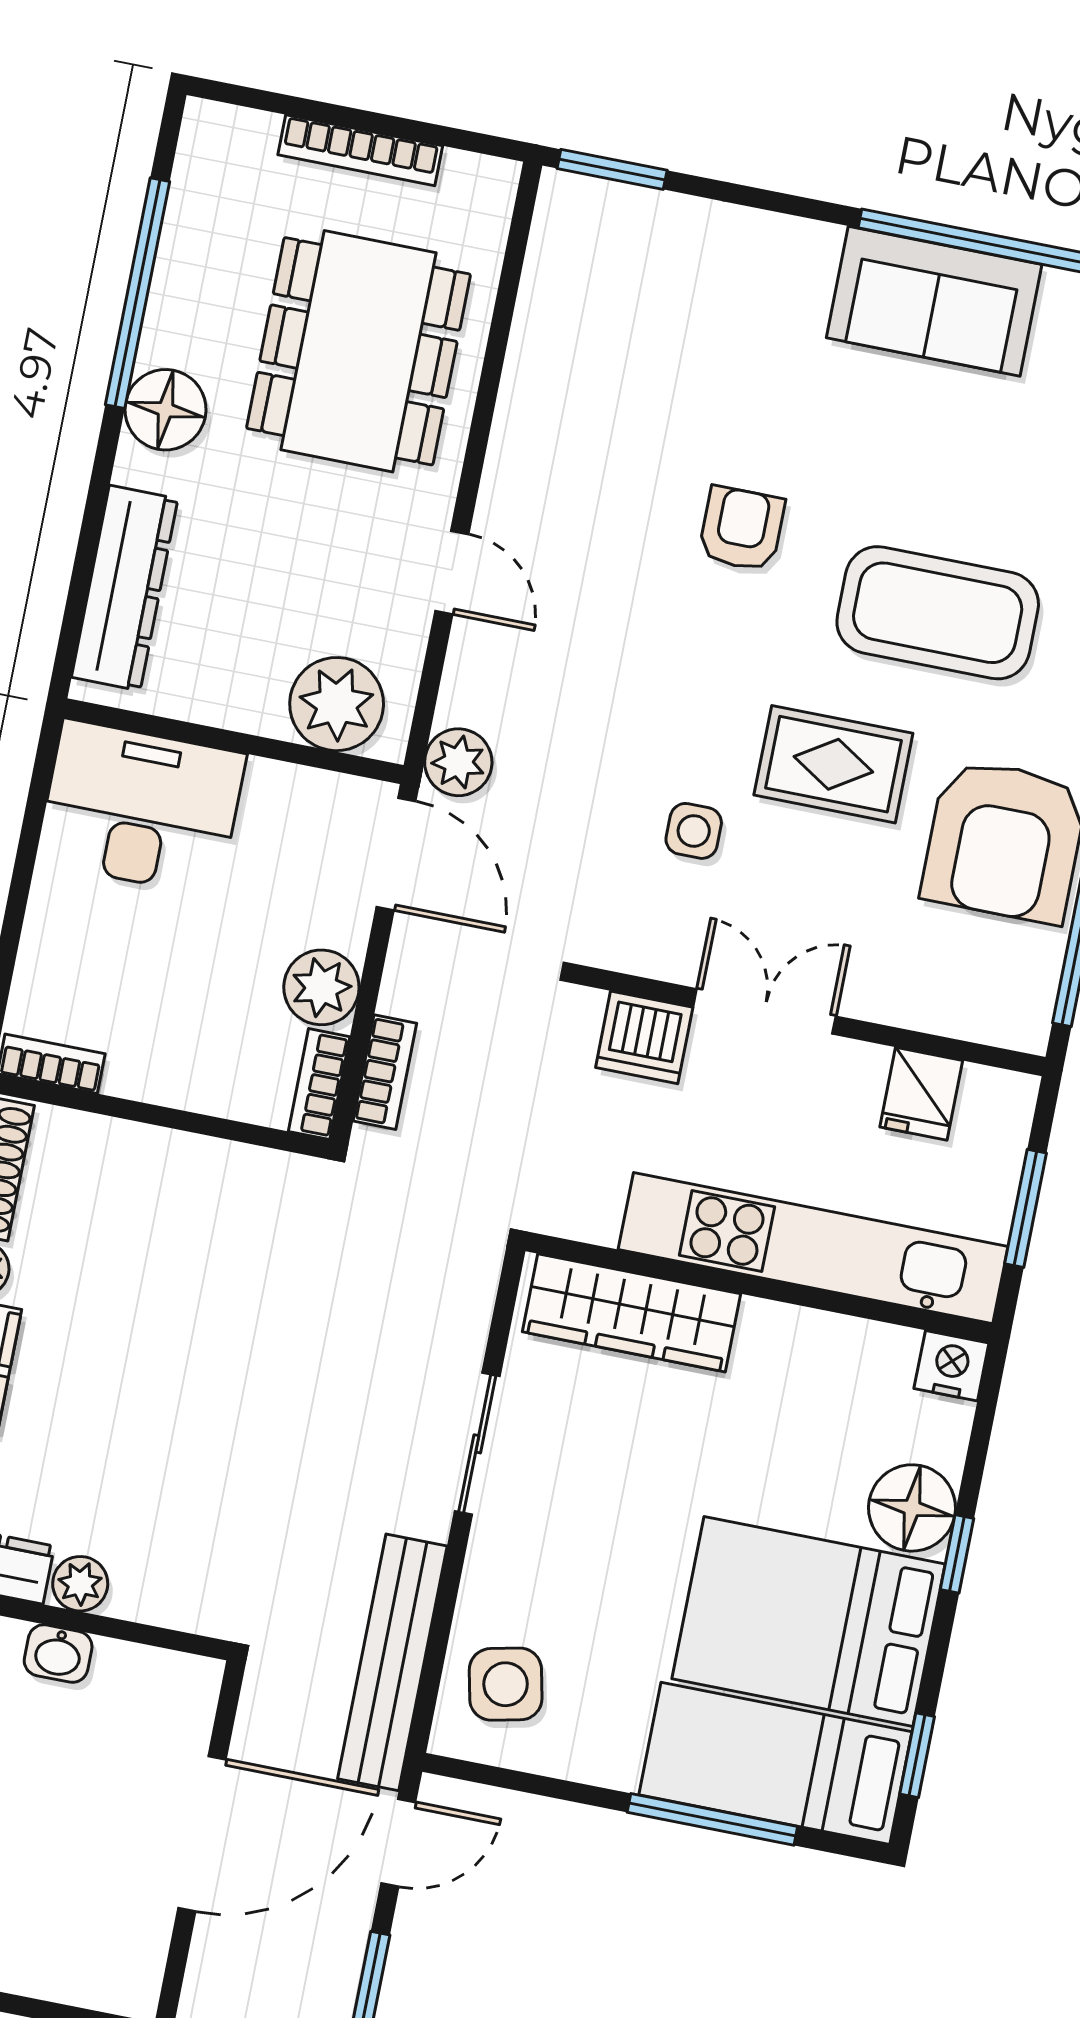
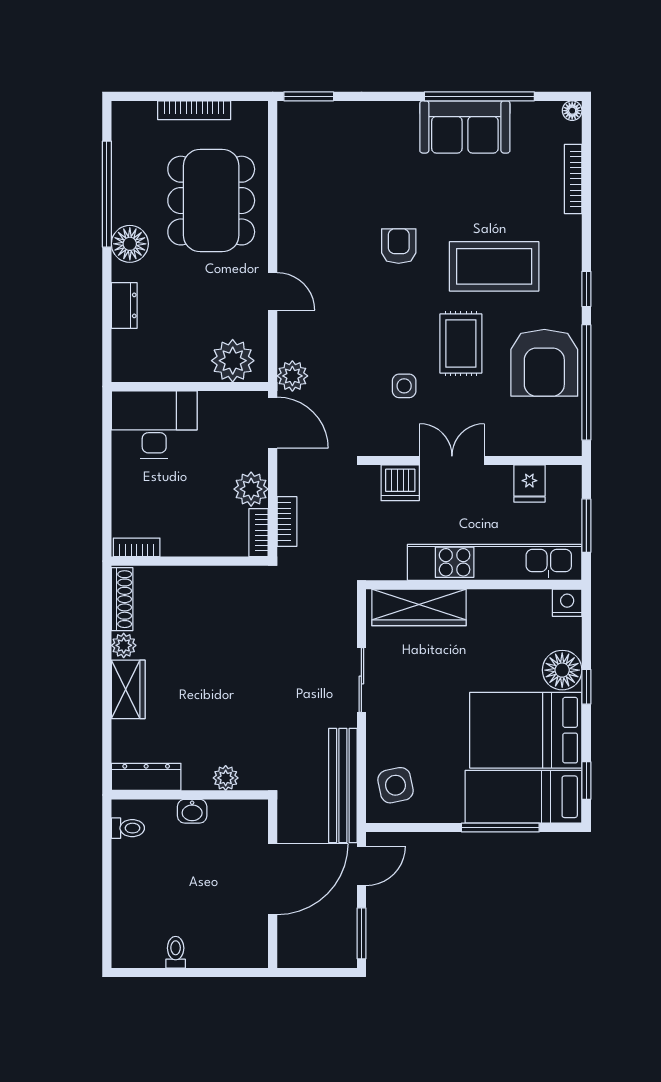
dresser: (125, 588) -> (124, 305), width x0.51, depth x0.80
rug: (833, 764) -> (461, 344), turned 90
plant: (80, 1584) -> (226, 778), moved

